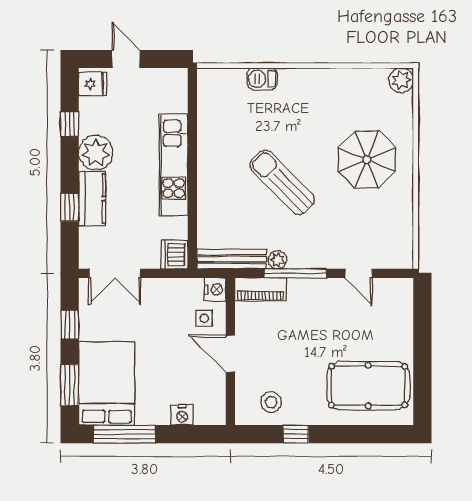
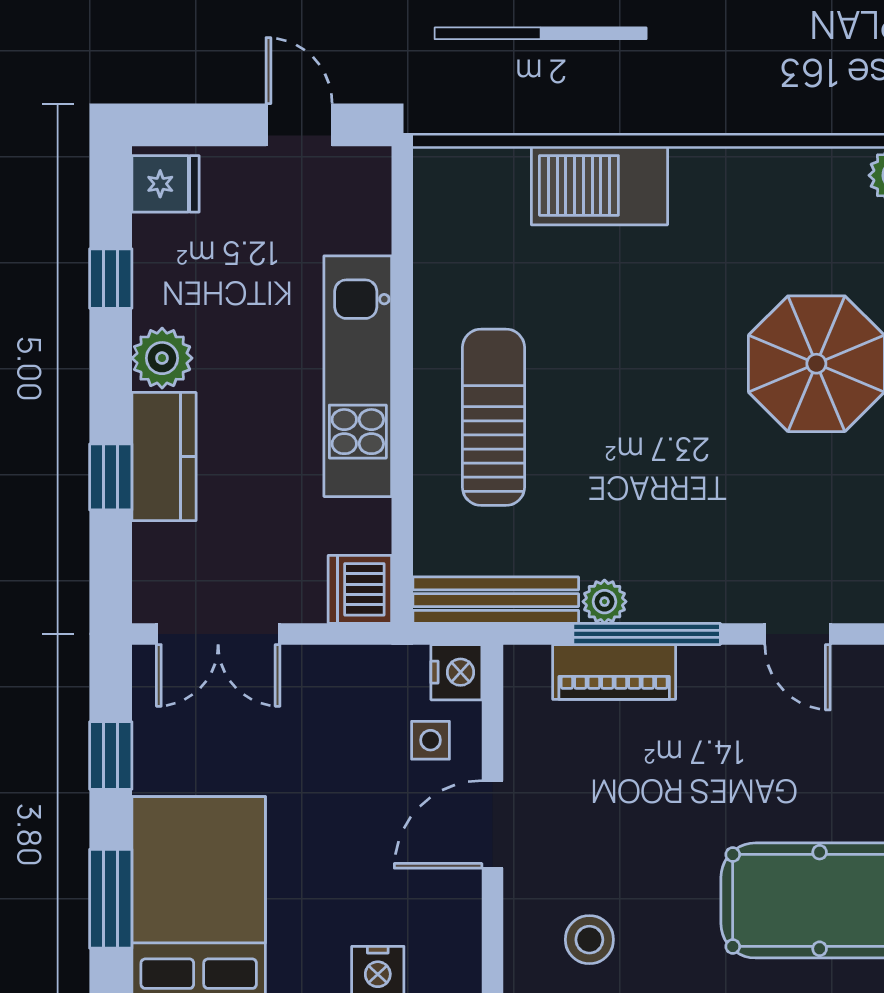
door: (126, 59) -> (299, 125), moved
barbecue: (262, 79) -> (599, 185), width x1.88, depth x1.53
plant: (96, 153) -> (162, 358), width x0.73, depth x0.73
sun lounger: (282, 182) -> (493, 417), moved, turned 45
piano: (261, 289) -> (614, 672), moved
door: (230, 354) -> (492, 824), hinge flipped

